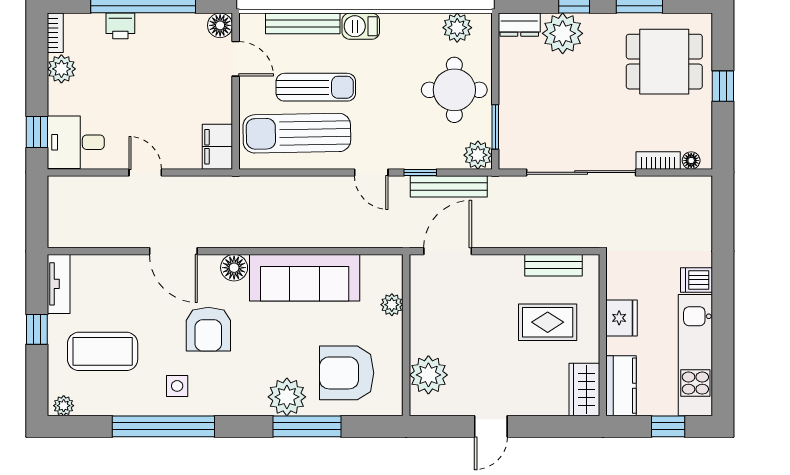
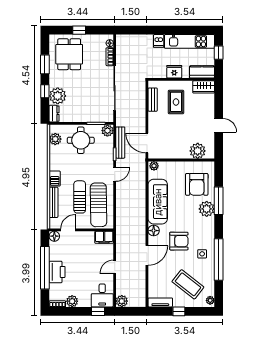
printer: (120, 26) -> (57, 272), width x1.87, depth x1.48
plant: (62, 190) -> (122, 301), added
plant: (392, 305) -> (154, 166), moved
coffee table: (103, 351) -> (188, 284), turned -52

